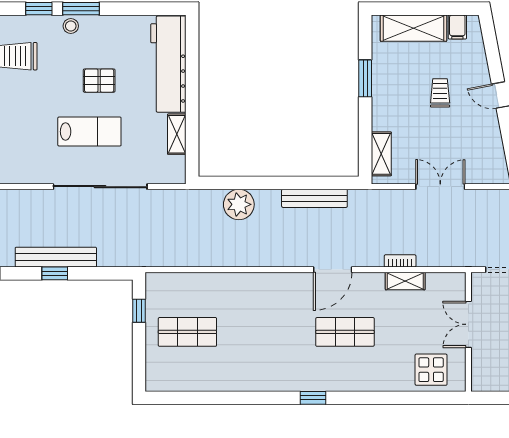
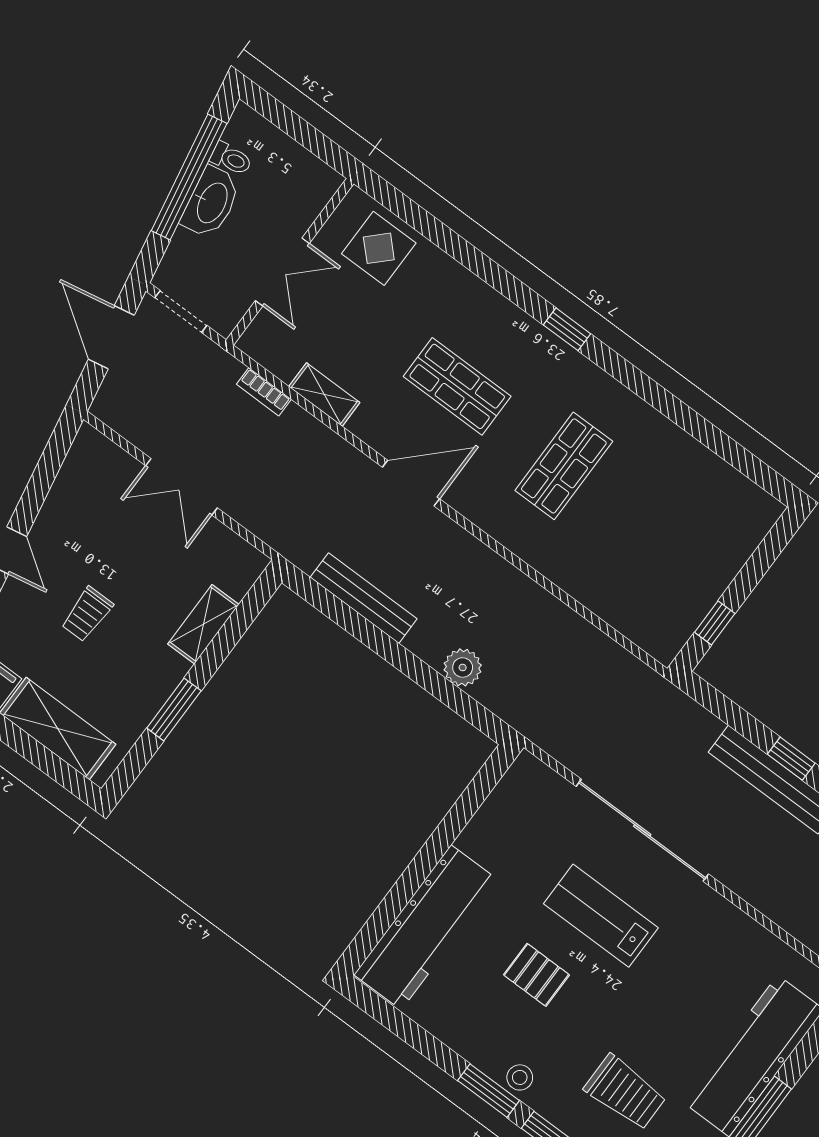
shelving: (177, 134) -> (485, 824), removed
shelving: (381, 154) -> (203, 624), moved
plant: (239, 204) -> (463, 667), width x0.73, depth x0.73
bookcase: (400, 261) -> (264, 392), moved
shop shelf: (187, 332) -> (564, 466), moved, turned 90

